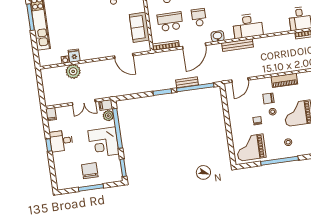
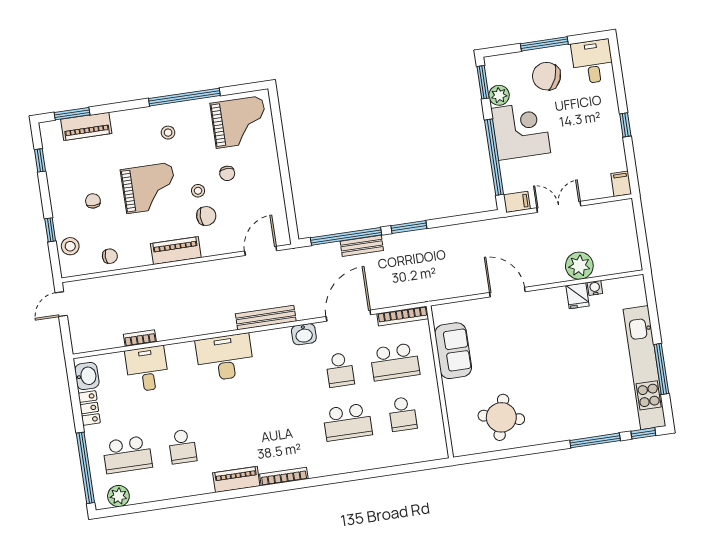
desk: (248, 26) -> (225, 357), moved
door: (124, 56) -> (507, 292), moved
plant: (108, 116) -> (499, 95), moved
desk: (61, 141) -> (593, 62), moved, turned -90
chair: (90, 171) -> (547, 76), turned 112

